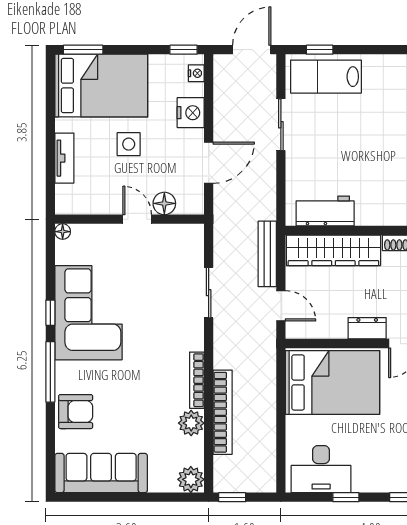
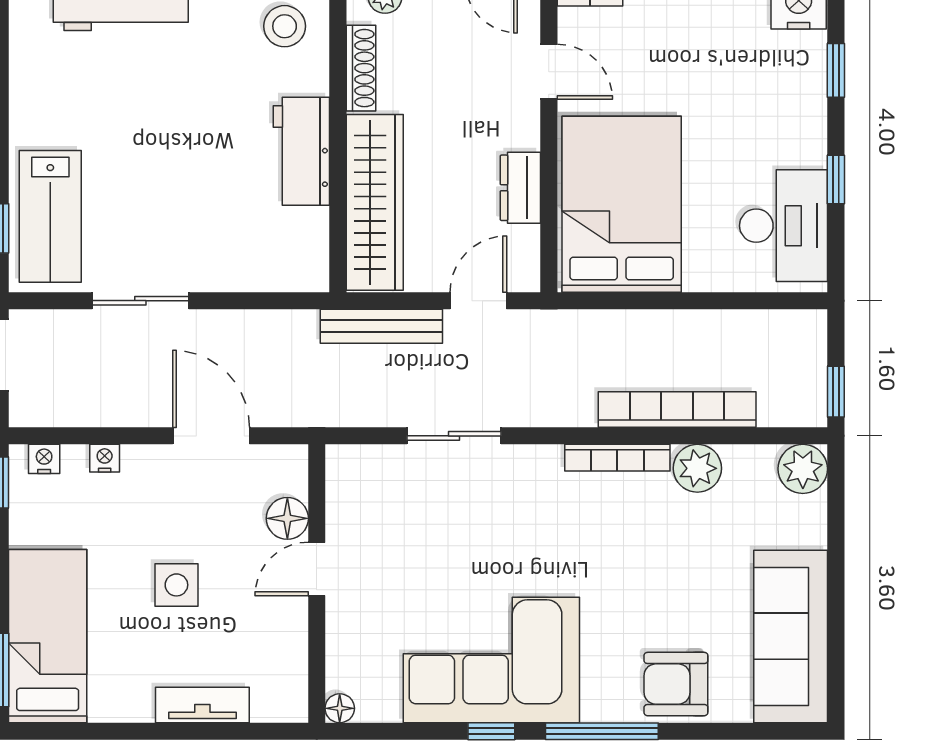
bed: (101, 86) -> (48, 636), width x0.67
nightstand: (191, 113) -> (105, 458), width x0.53, depth x0.56
workbench: (325, 211) -> (301, 151), moved
dresser: (367, 328) -> (520, 188), moved
armchair: (76, 412) -> (676, 684), turned -90

